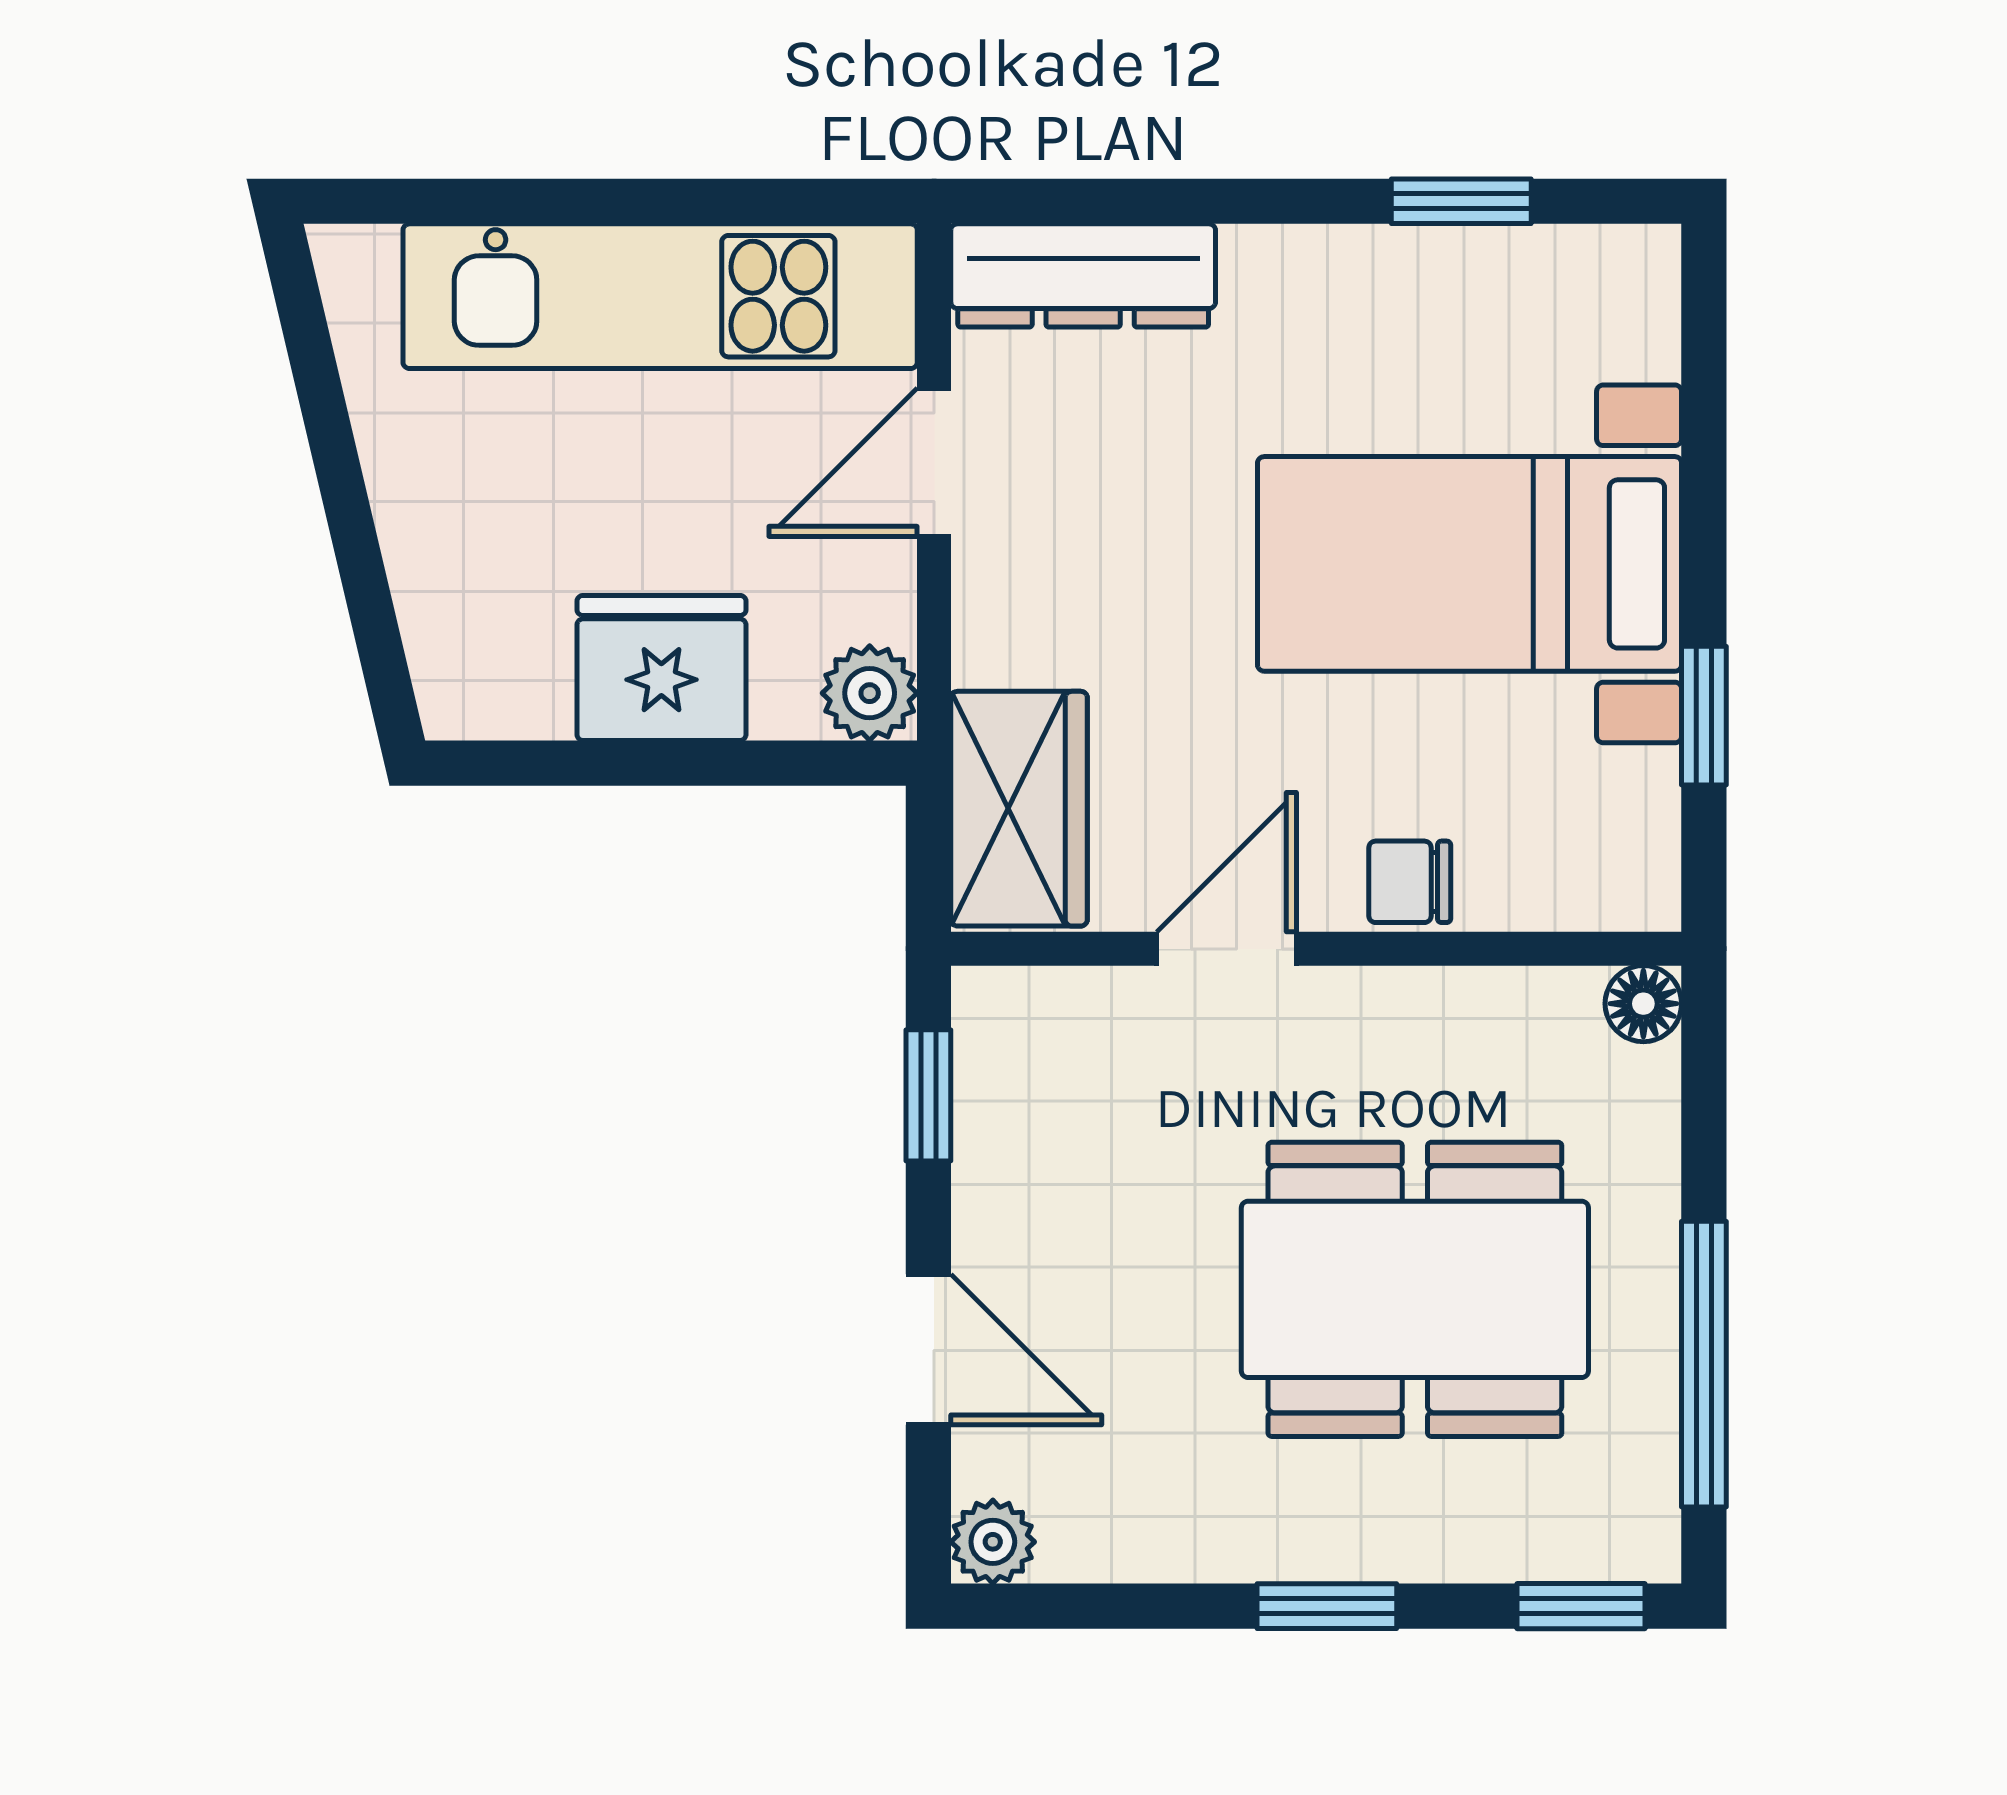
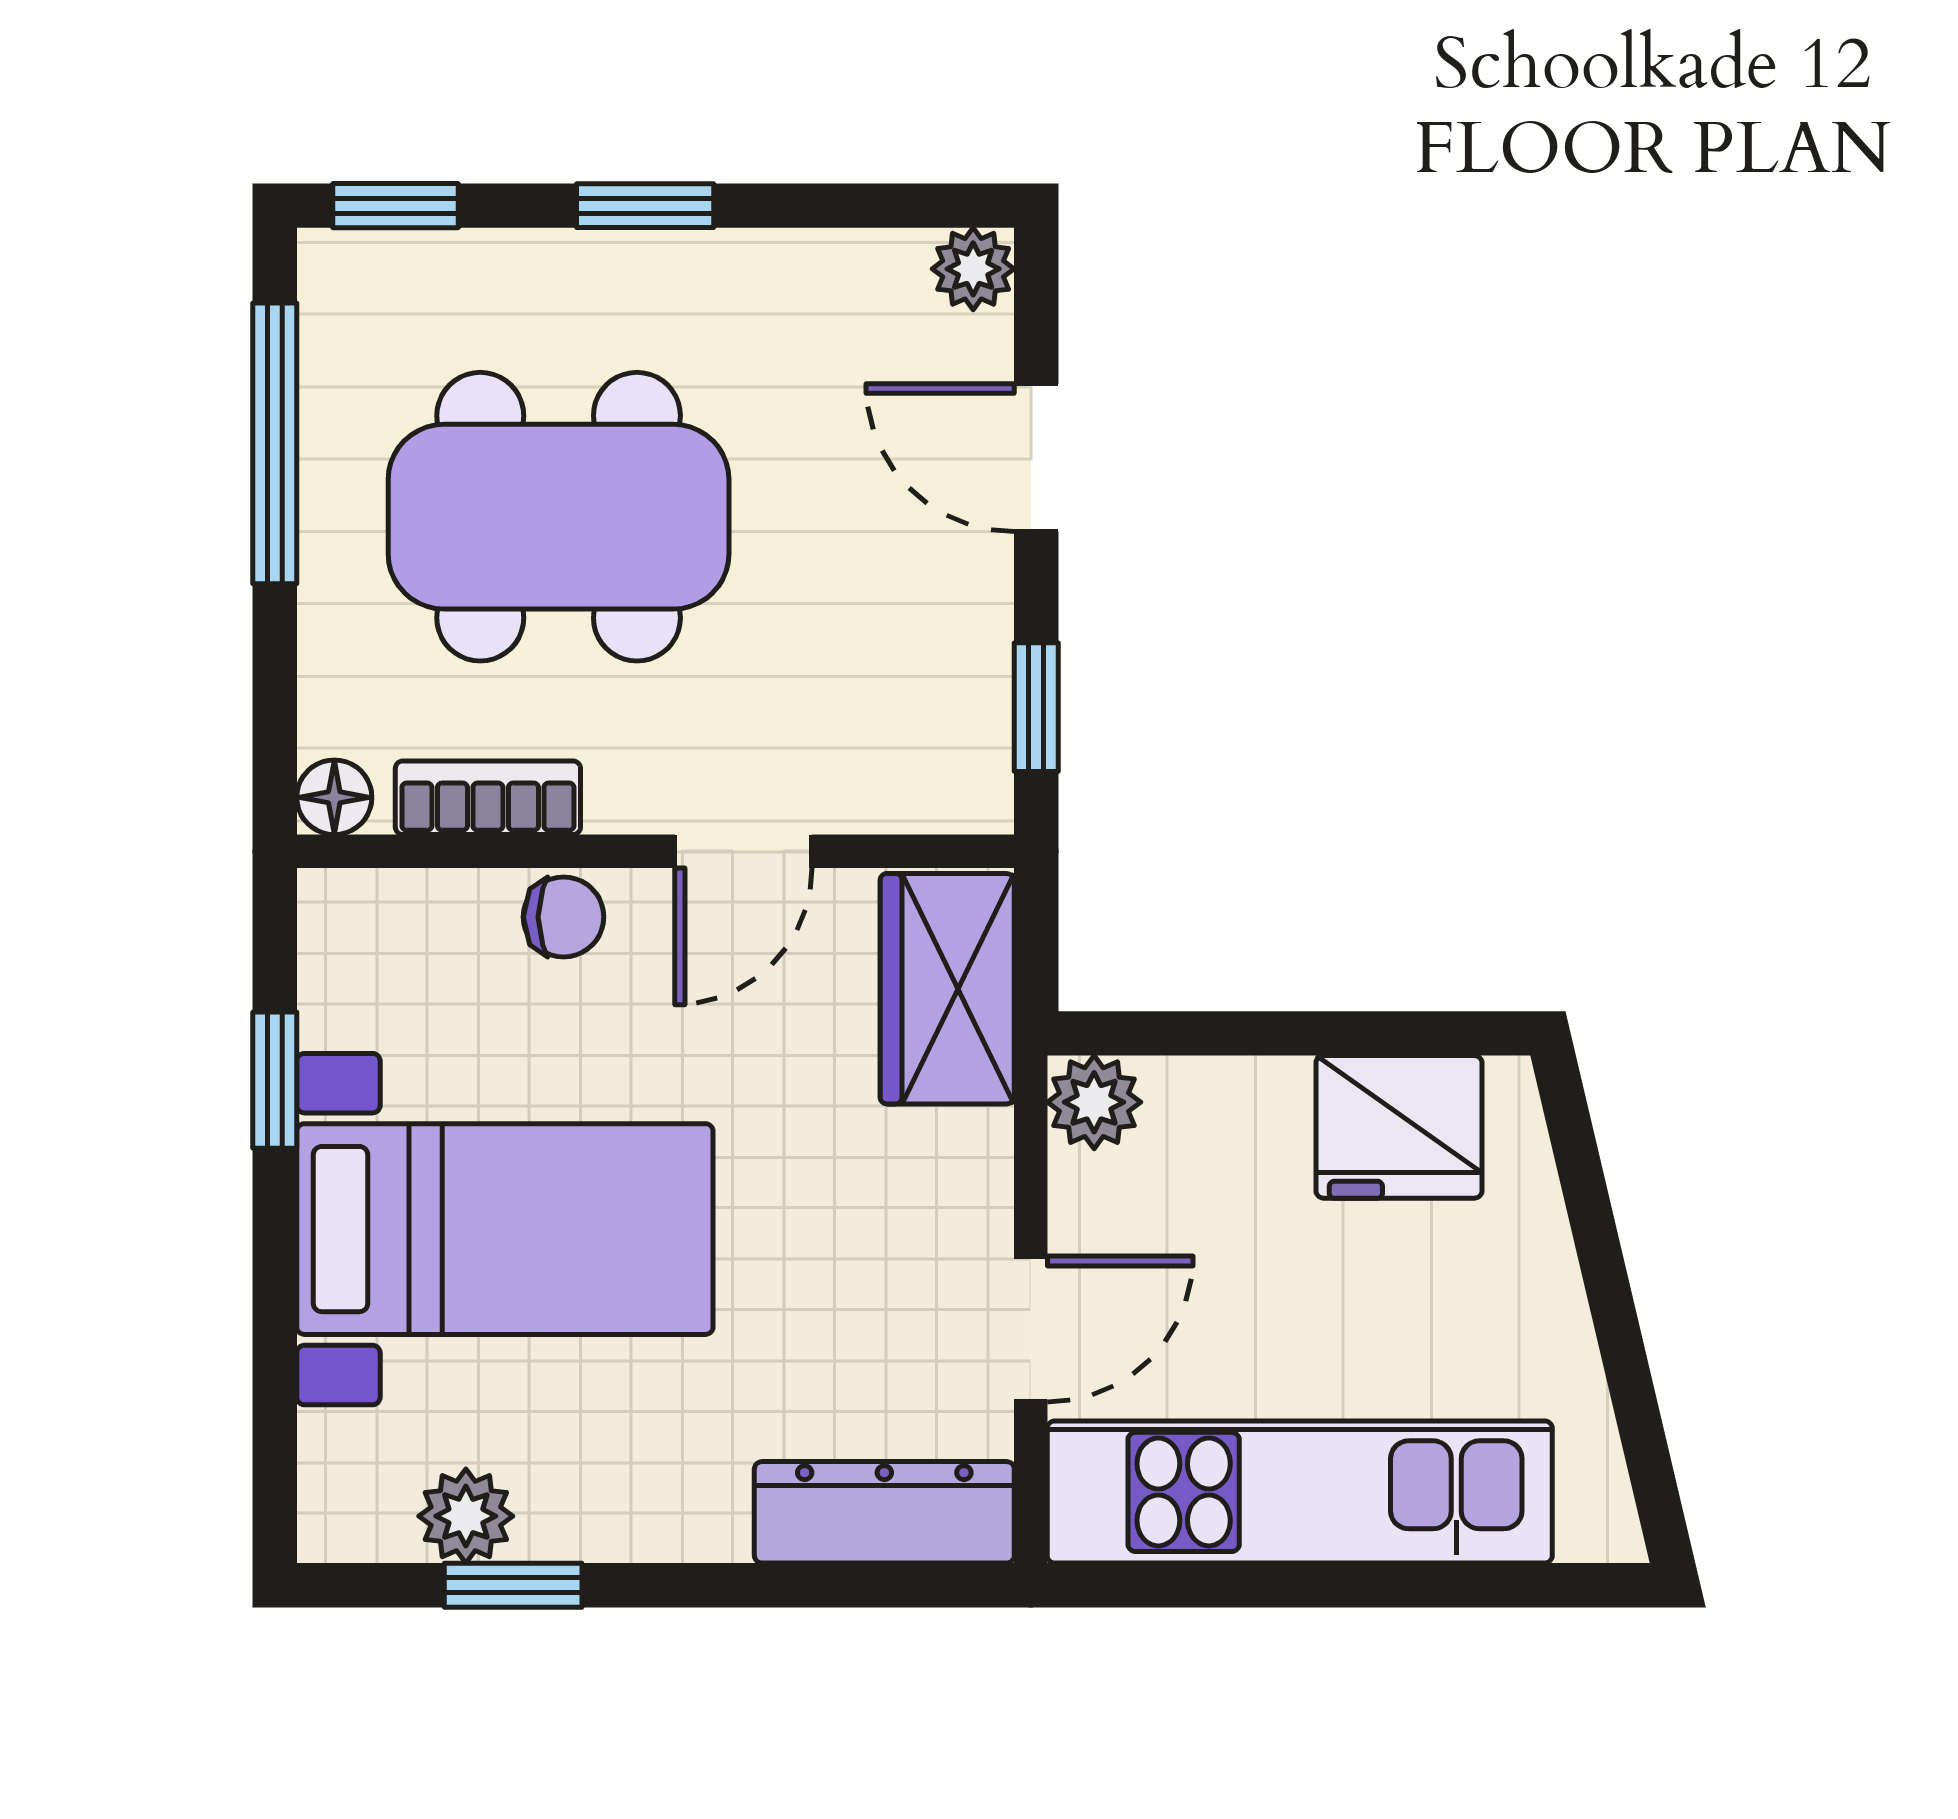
plant: (1509, 272) -> (466, 1516), added
fridge: (661, 668) -> (1399, 1127), moved
bookcase: (1487, 1003) -> (488, 798), added

